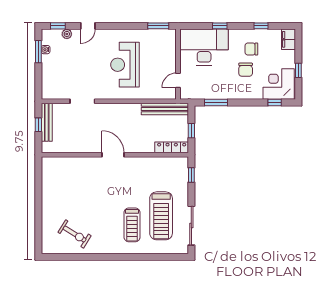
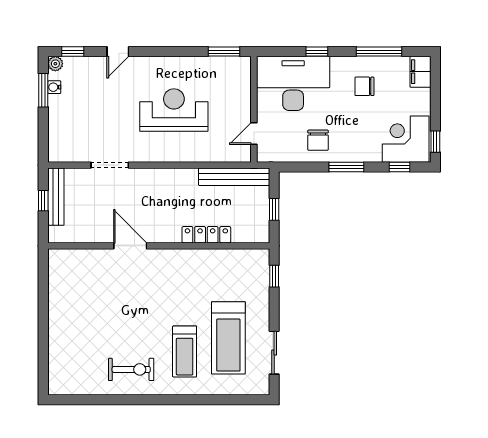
window: (261, 26) -> (379, 52), width x2.17
plant: (67, 34) -> (55, 64), moved
reception desk: (125, 65) -> (174, 110), turned 90
chair: (246, 70) -> (318, 140), moved
window: (298, 70) -> (435, 142), moved
window: (216, 102) -> (346, 167), moved
locker: (172, 147) -> (206, 235), moved
door: (113, 155) -> (130, 246), moved
sliding door: (191, 226) -> (274, 353), width x0.73
exercise bike: (75, 234) -> (131, 369), moved, turned -32

